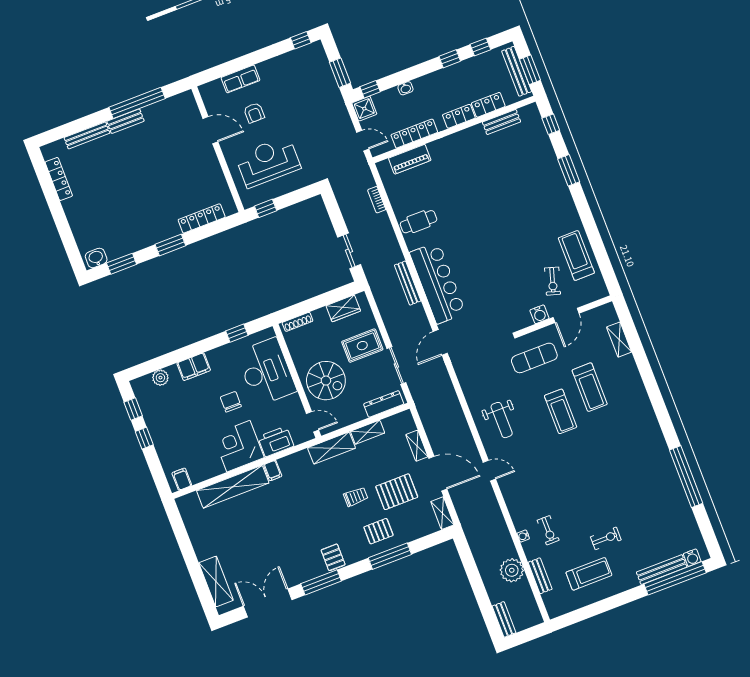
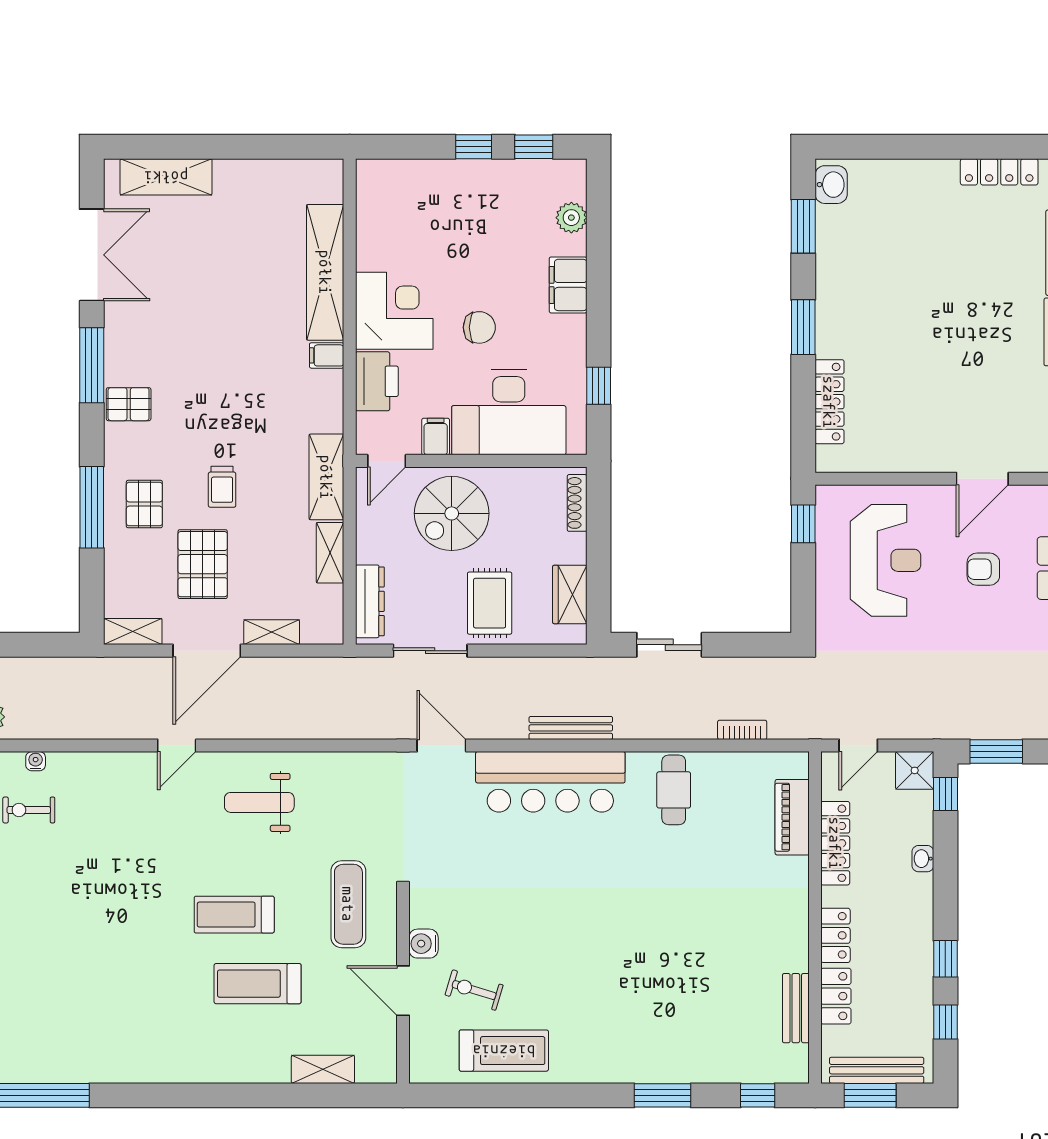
filing cabinet: (182, 479) -> (436, 437), moved, turned -90

